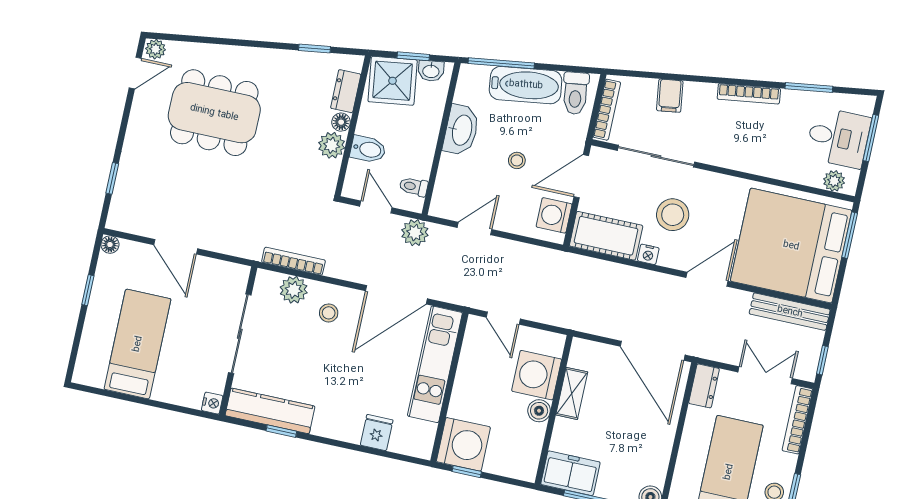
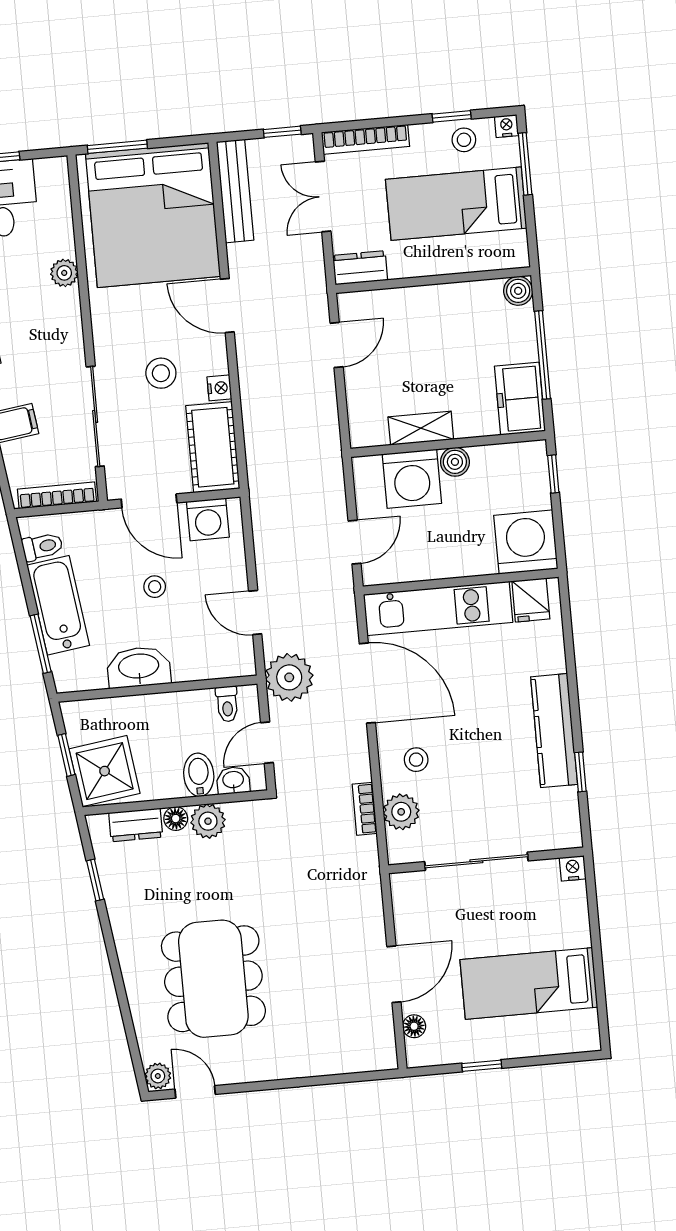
window: (501, 63) -> (41, 644), width x0.69
washbasin: (431, 71) -> (233, 780), moved, turned -82
toilet: (575, 93) -> (42, 547), width x0.73, depth x0.72
window: (112, 178) -> (334, 1079), removed
plant: (834, 181) -> (64, 273), moved
stool: (673, 215) -> (161, 373), width x0.73, depth x0.73
plant: (415, 233) -> (289, 677), width x1.36, depth x1.36
floor lamp: (110, 245) -> (414, 1026), moved
bookcase: (293, 261) -> (365, 809), width x0.64
door: (653, 351) -> (337, 345), width x0.53
kitchen counter: (270, 411) -> (554, 731), moved
fridge: (377, 433) -> (531, 600), moved, turned -90
window: (467, 472) -> (553, 474), moved

